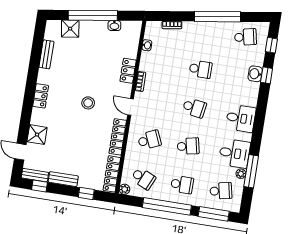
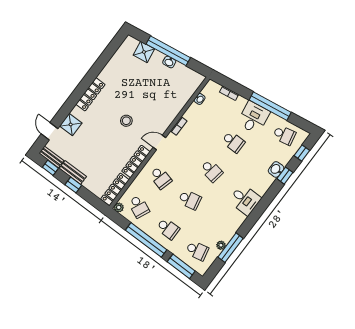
washbasin: (114, 26) -> (169, 62), moved
bench: (46, 54) -> (113, 63), removed
locker: (128, 71) -> (173, 112), removed
locker: (41, 96) -> (90, 94), width x1.53
door: (131, 107) -> (159, 143), hinge flipped
school desk: (149, 140) -> (161, 178), turned 39
desk: (234, 153) -> (253, 118), moved, turned -99
window: (86, 193) -> (73, 185), moved

